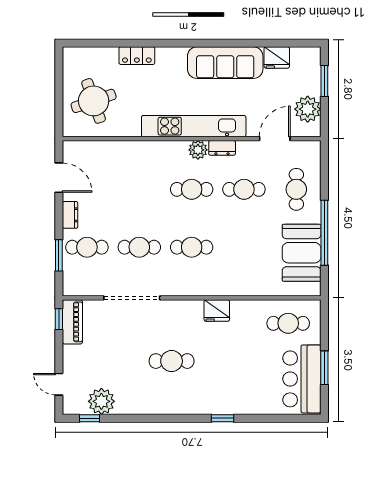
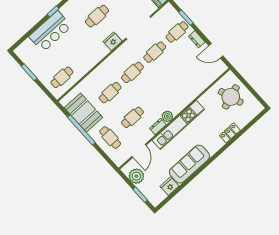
cafe table: (192, 189) -> (110, 93), moved
fridge: (217, 311) -> (113, 41), moved
bar counter: (302, 379) -> (50, 31), moved, turned 90

